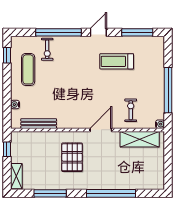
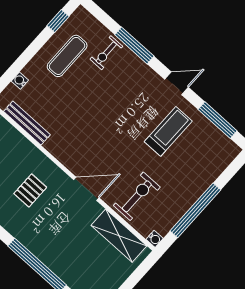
window: (58, 32) -> (134, 45), width x0.68
treadmill: (117, 61) -> (168, 131), turned 90
exercise bike: (131, 110) -> (137, 196), width x1.38, depth x1.39
pallet: (72, 157) -> (30, 190), width x0.67, depth x0.71

